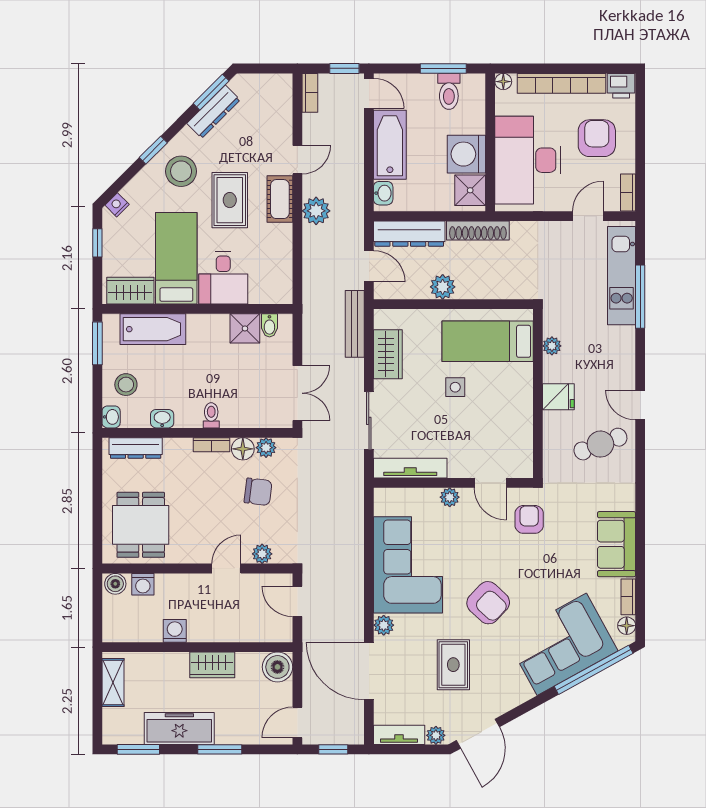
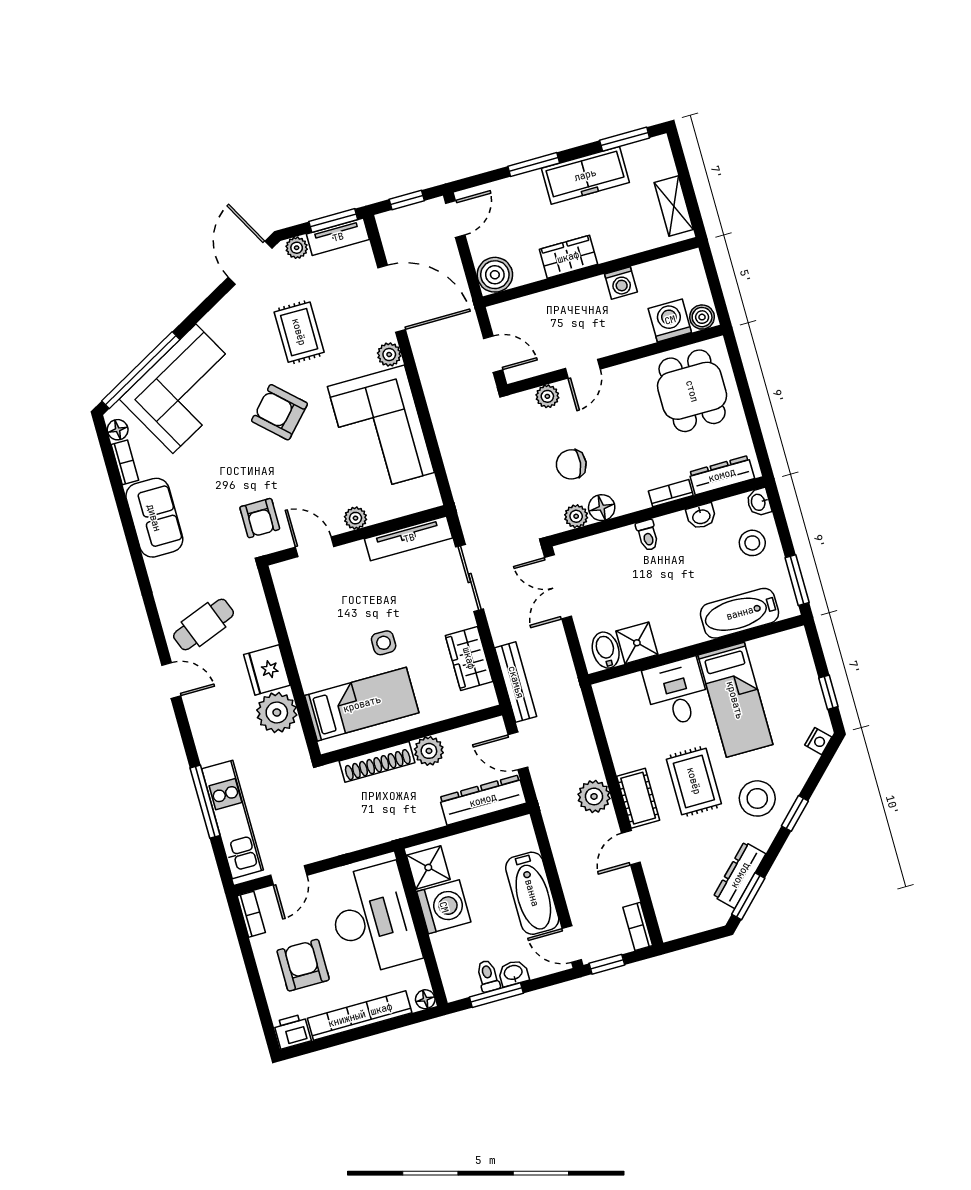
toilet: (449, 91) -> (488, 976), width x0.73, depth x0.72
armchair: (597, 138) -> (303, 965), turned 180
washbasin: (383, 193) -> (513, 973), moved, turned 90
shoe rack: (478, 231) -> (377, 762), moved, turned 180
wardrobe: (130, 291) -> (777, 649), removed
bidet: (269, 325) -> (606, 650), width x1.38, depth x1.36
plant: (552, 346) -> (277, 712), width x1.88, depth x1.88
fridge: (558, 397) -> (267, 670), width x1.38
bookcase: (212, 445) -> (671, 493), moved
washing machine: (143, 584) -> (670, 320), width x1.38, depth x1.38
window: (399, 749) -> (333, 220), added

